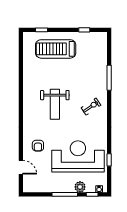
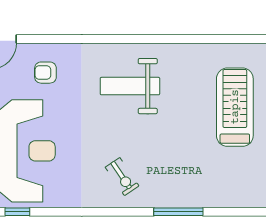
weight bench: (55, 104) -> (130, 86), moved

